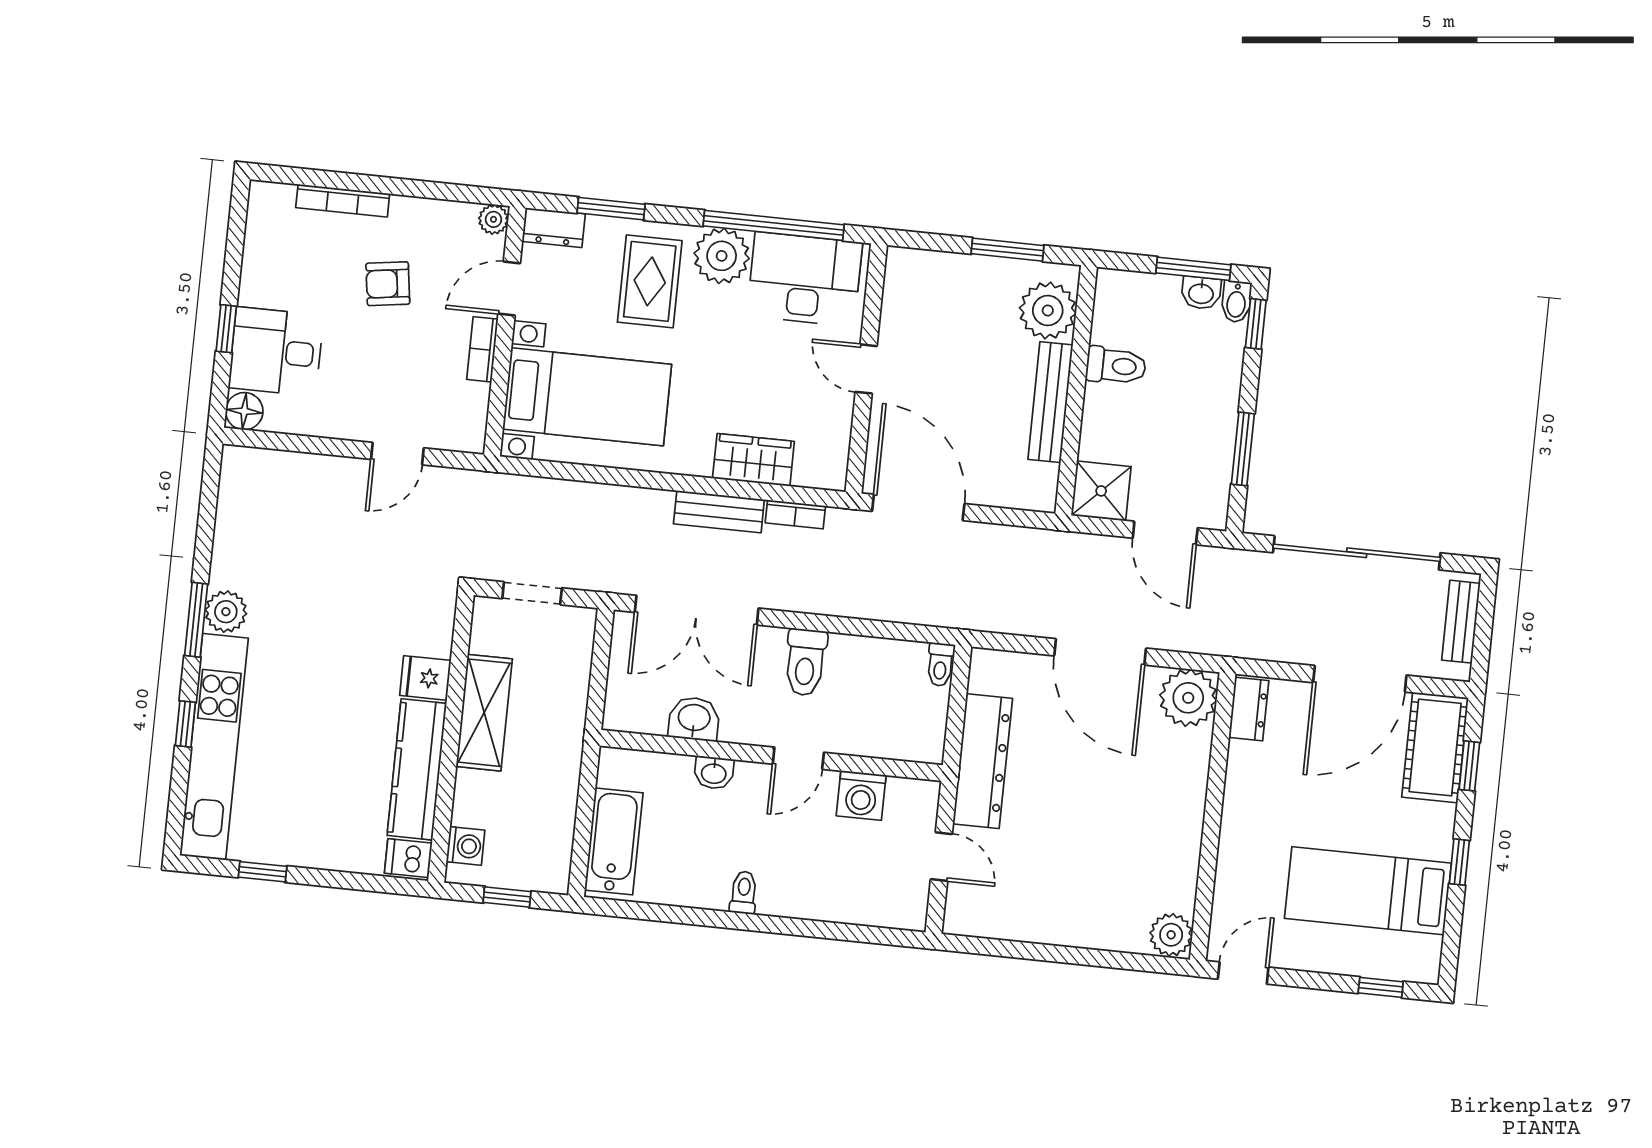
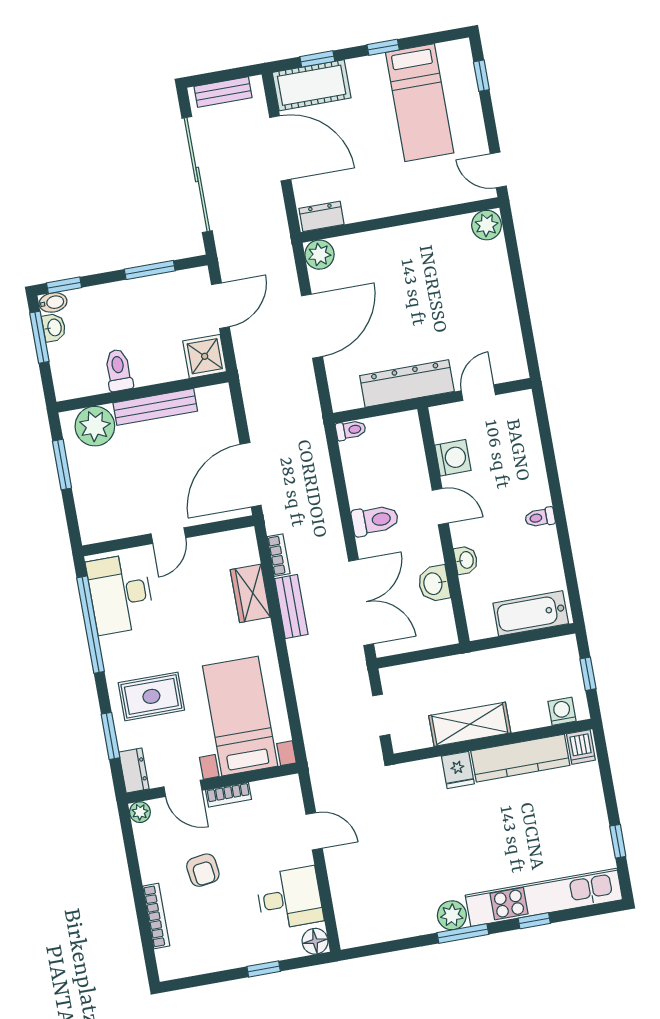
plant: (722, 256) -> (121, 653), removed
desk: (276, 352) -> (290, 898), moved, turned -90
plant: (1188, 698) -> (319, 255), width x0.73, depth x0.73

